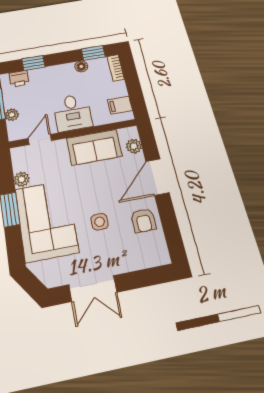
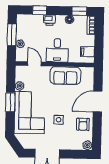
printer: (19, 79) -> (49, 20), moved
door: (40, 140) -> (34, 64), hinge flipped
plant: (134, 146) -> (87, 145), moved

